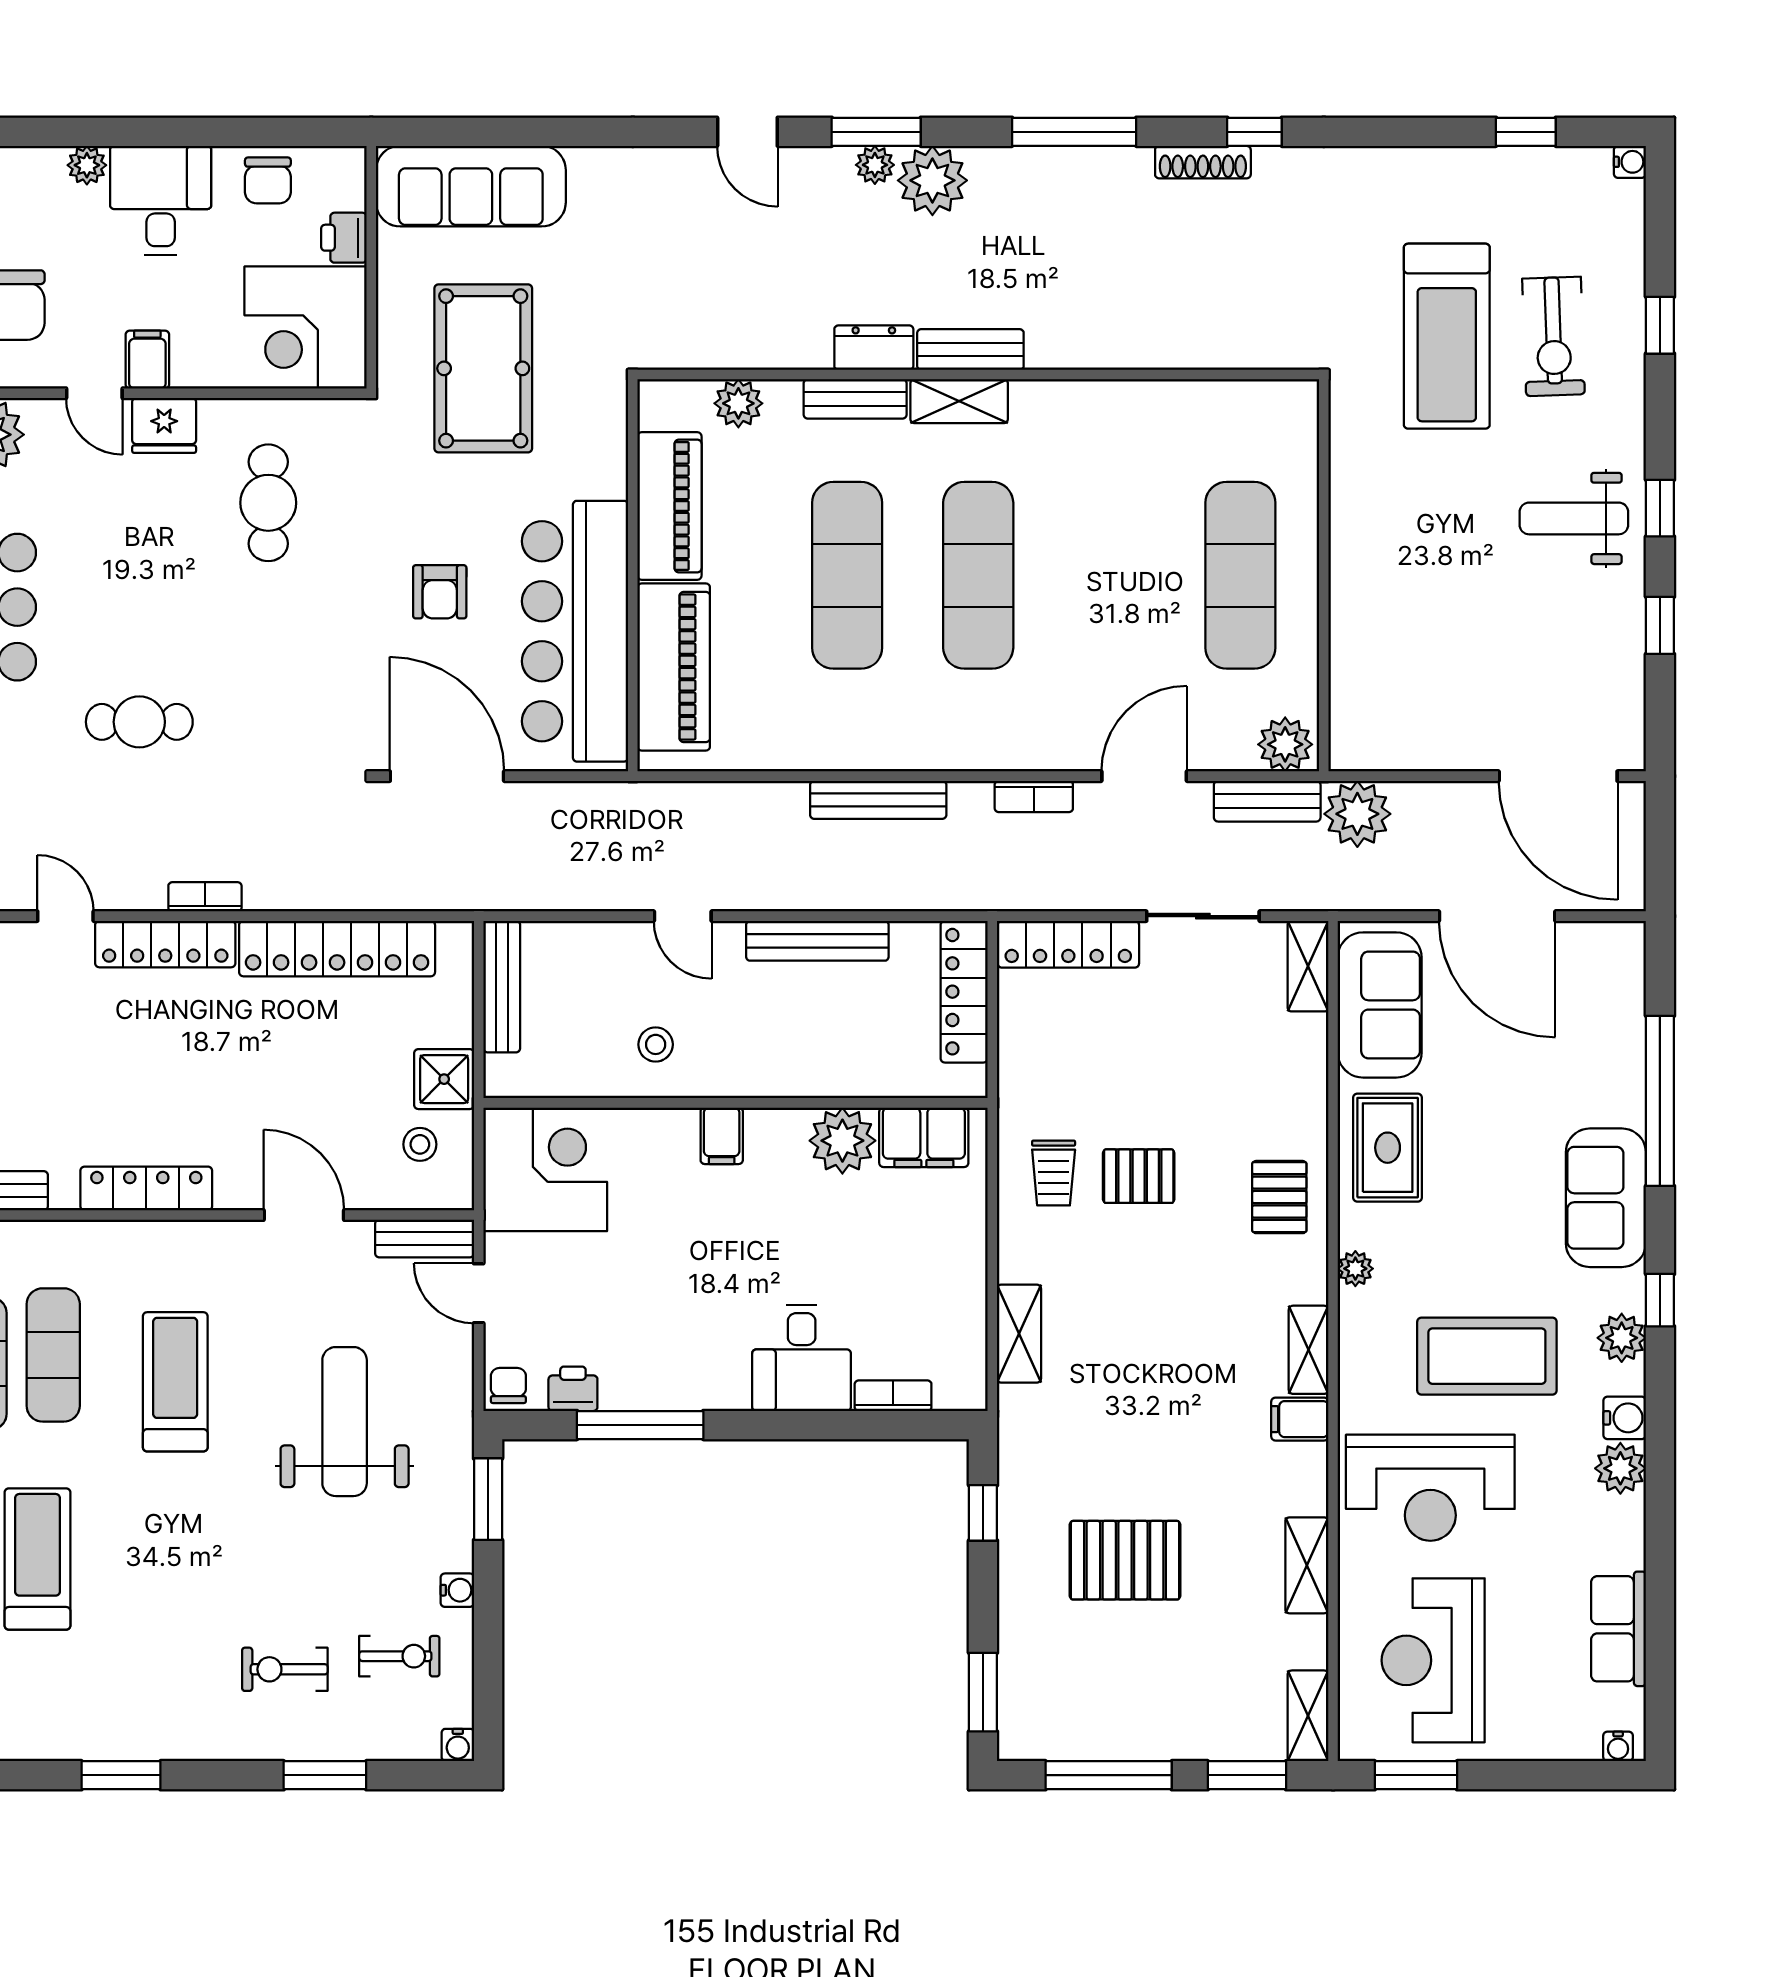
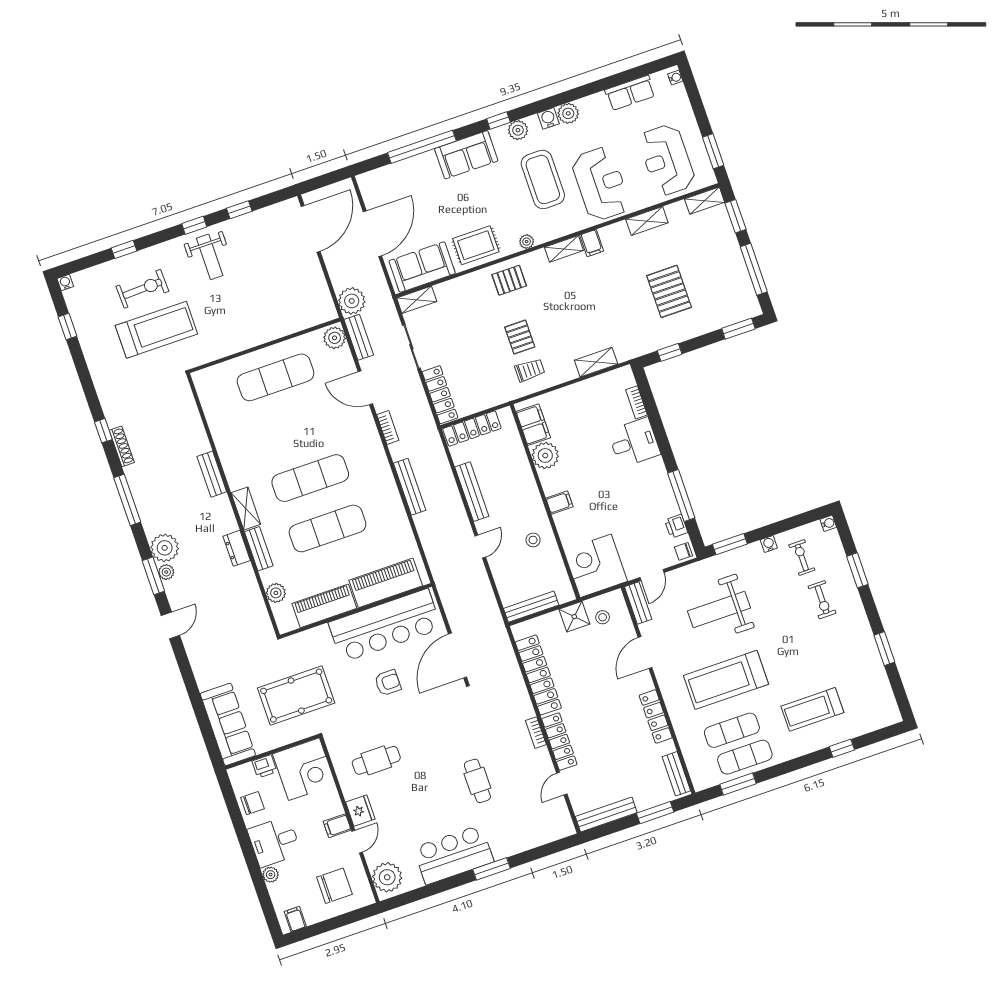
bench: (970, 350) -> (212, 474), moved
treadmill: (175, 1382) -> (726, 680), width x1.37, depth x1.38
reception desk: (1433, 1660) -> (667, 160), turned 90

